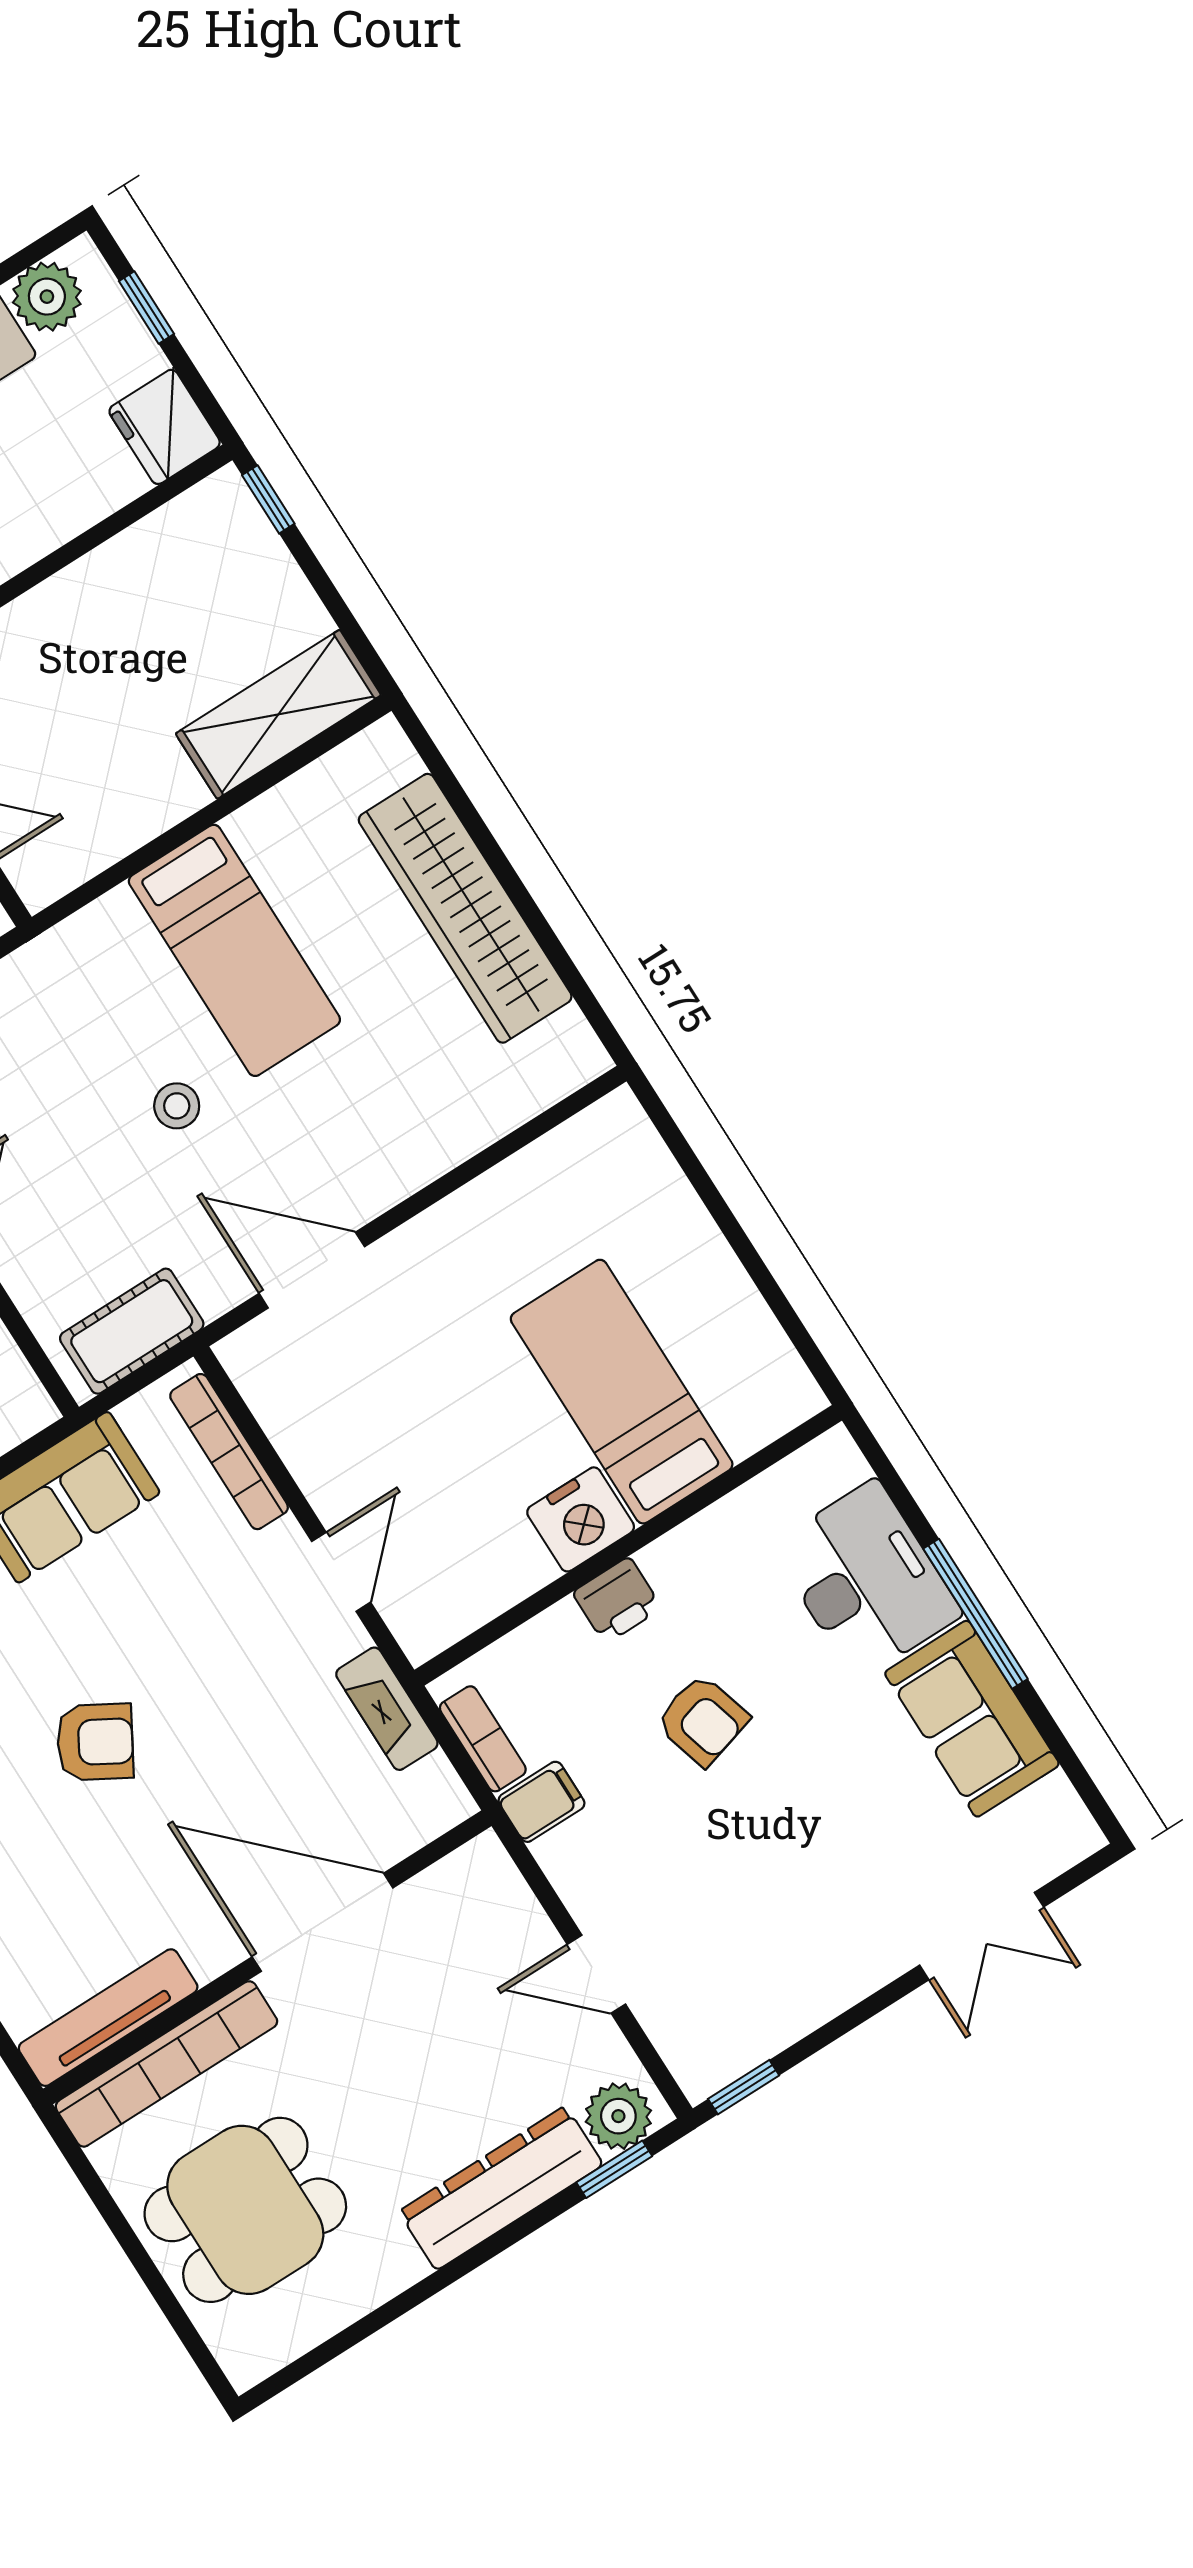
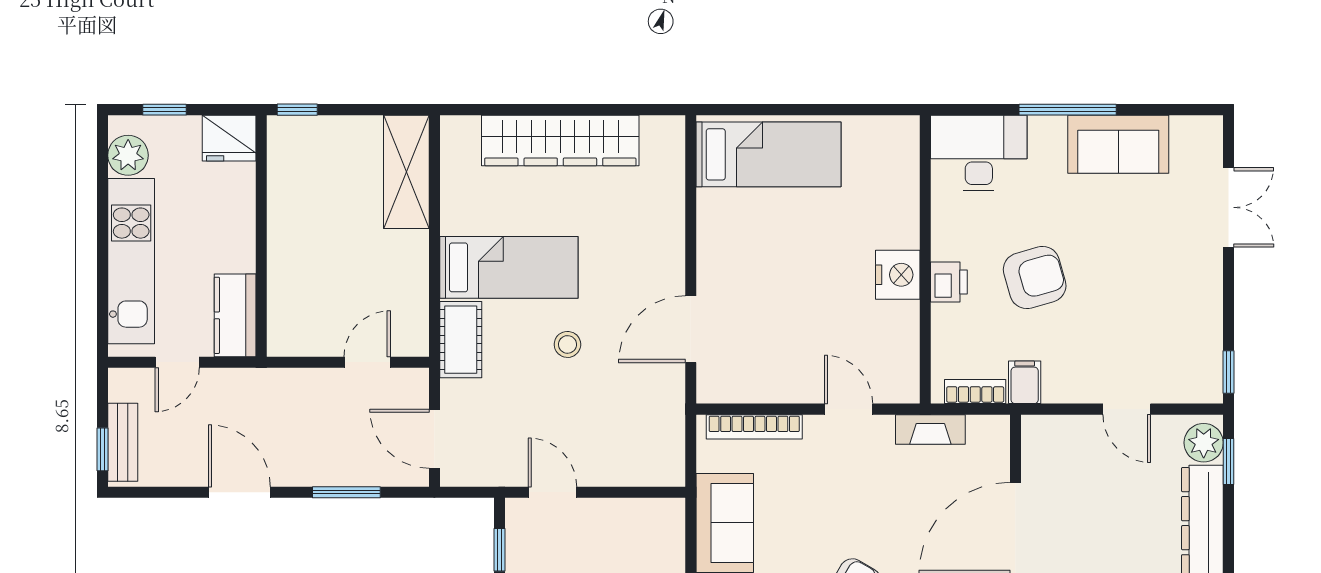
cot: (132, 1331) -> (461, 340), moved
bed: (622, 1392) -> (769, 154), moved, turned 180
desk: (866, 1580) -> (979, 153), moved
armchair: (702, 1720) -> (1035, 278), width x1.38, depth x1.38
door: (596, 1974) -> (1127, 409), hinge flipped

